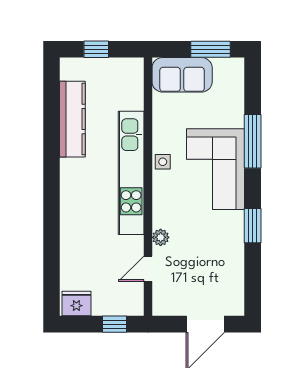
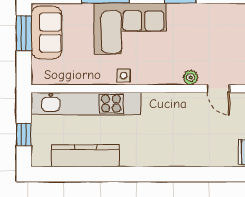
sofa: (182, 75) -> (46, 33), moved
kitchen unit: (131, 173) -> (86, 104), moved

